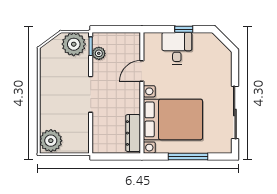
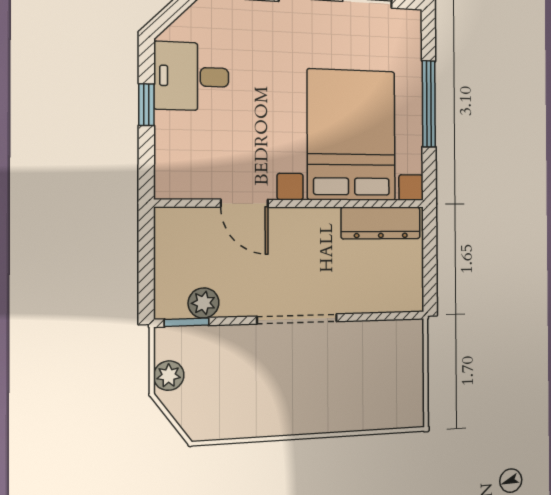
plant: (74, 44) -> (169, 376), width x0.53, depth x0.53
desk: (177, 48) -> (191, 76), moved
plant: (51, 141) -> (398, 404), removed

